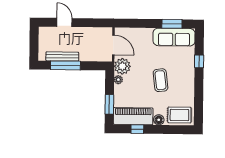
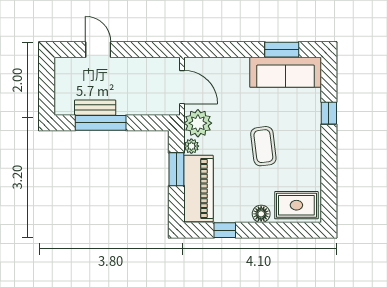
bench: (62, 56) -> (95, 108), width x0.73
window: (109, 104) -> (176, 169), moved
piano: (133, 116) -> (198, 188), moved, turned 90

